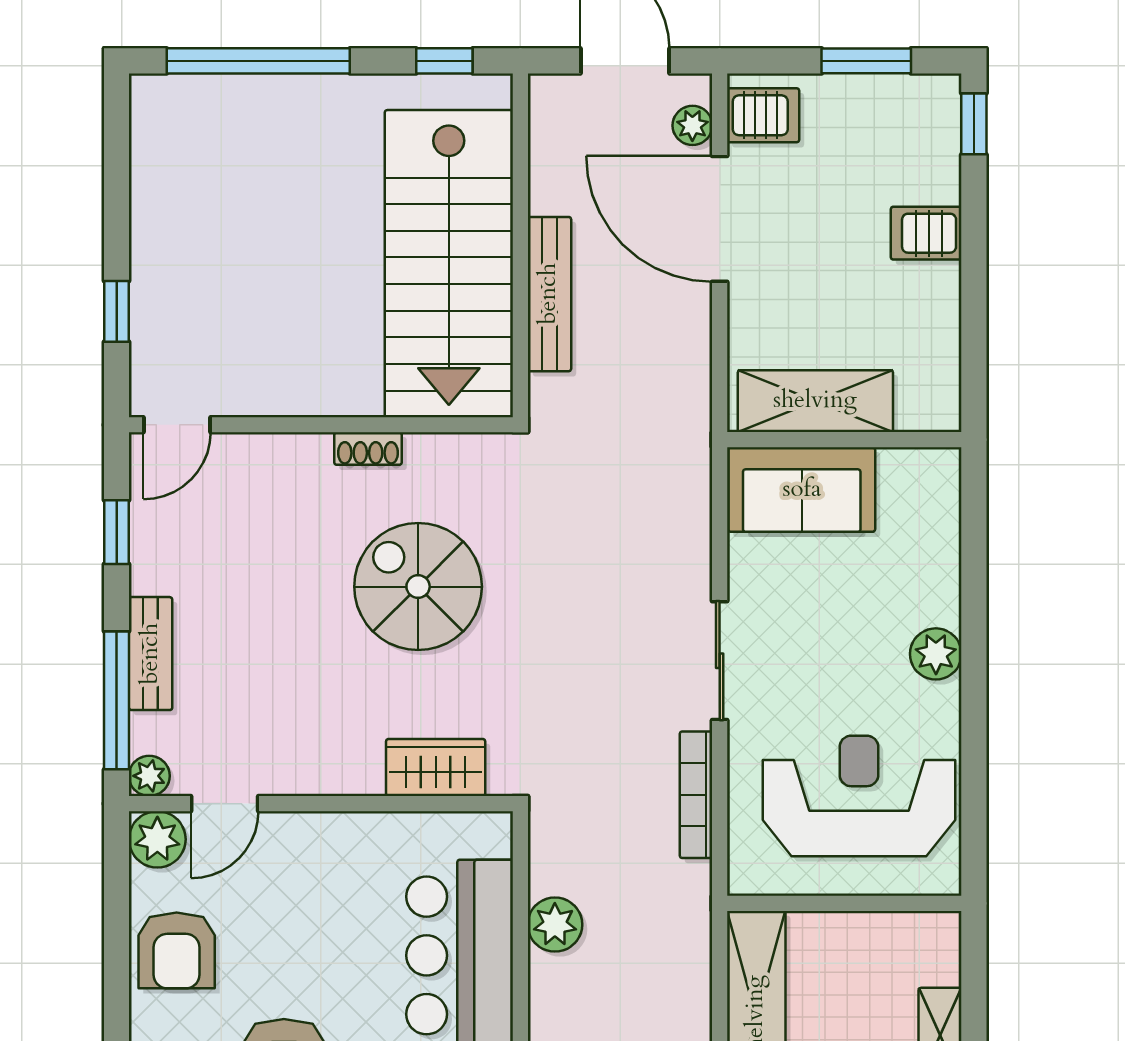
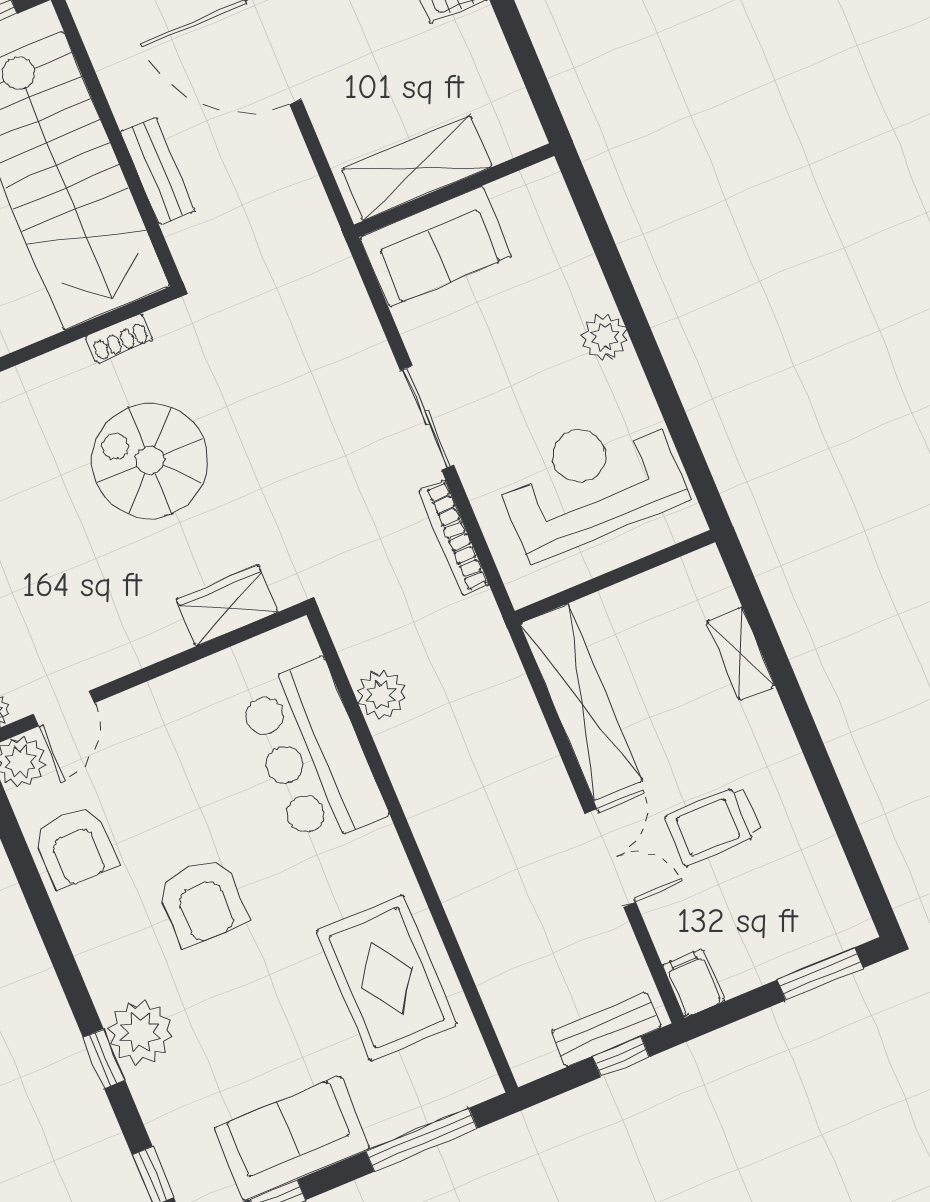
bench: (549, 294) -> (158, 171), width x0.73
shoe rack: (368, 449) -> (119, 338), moved

